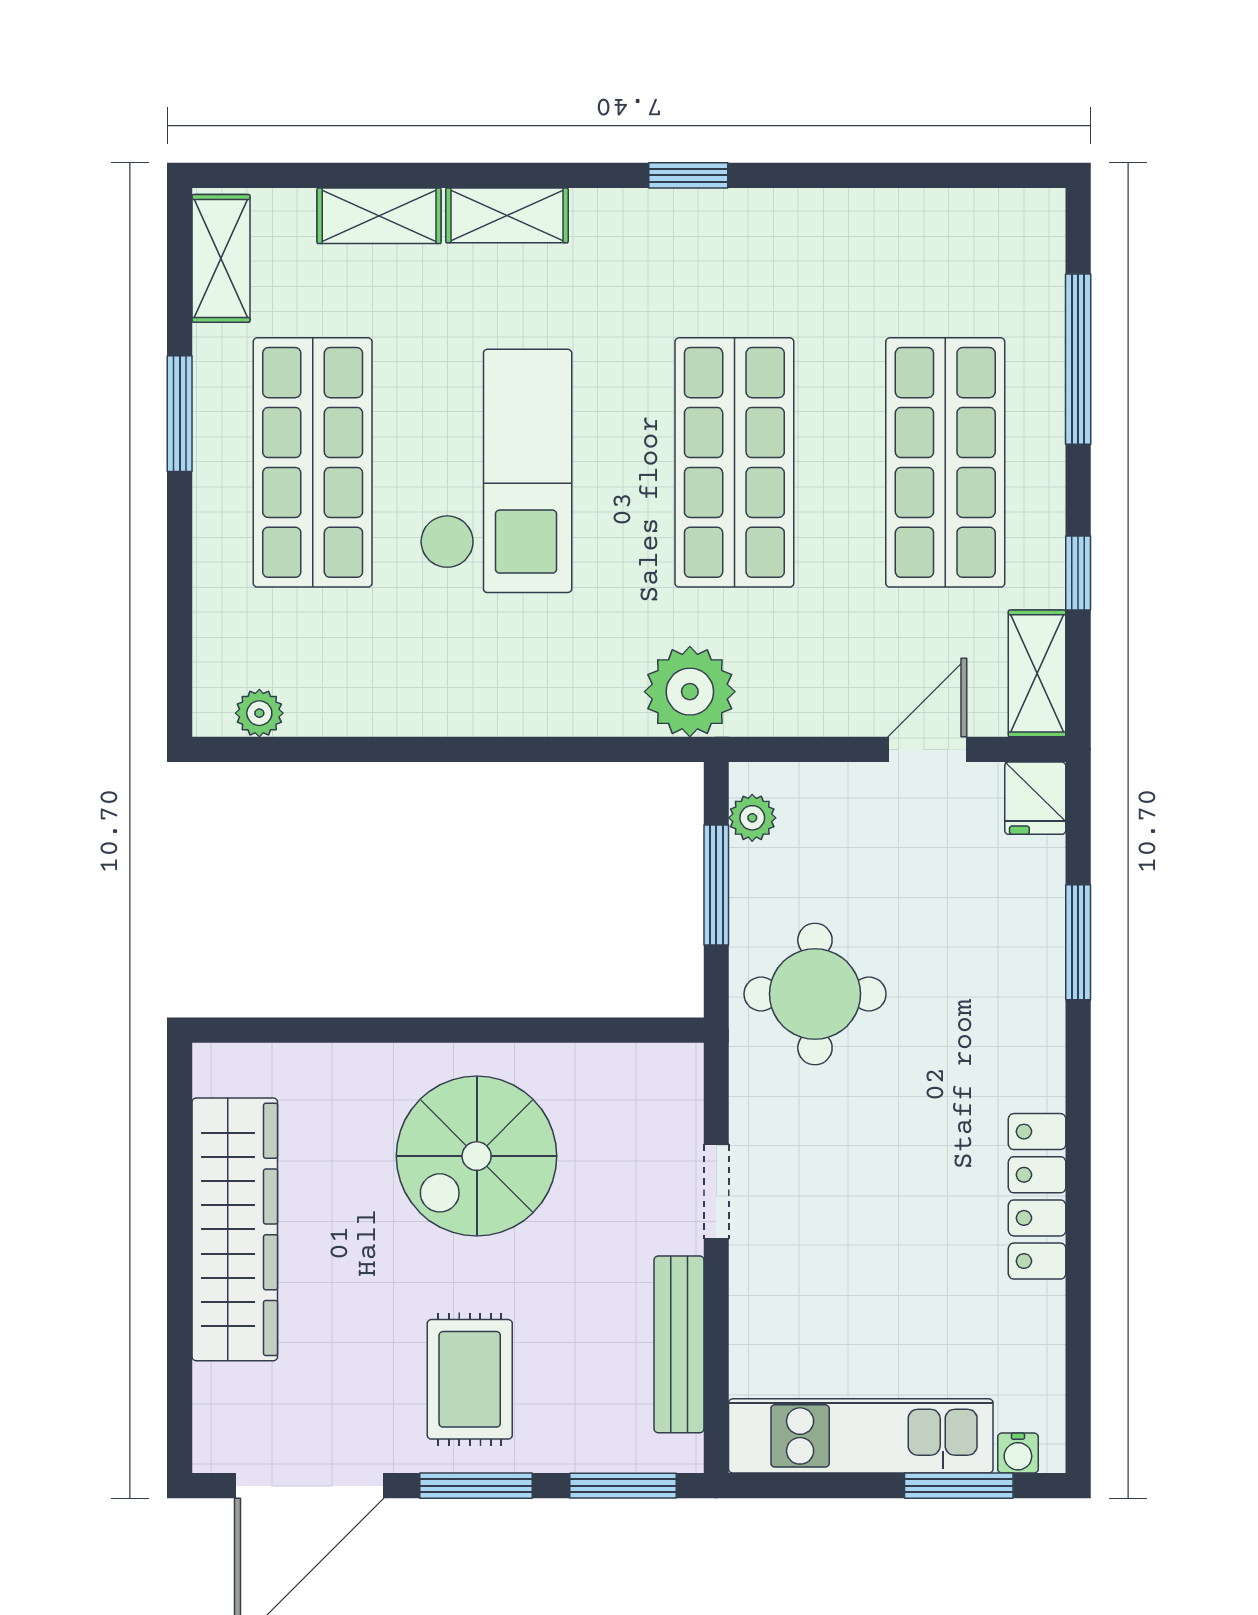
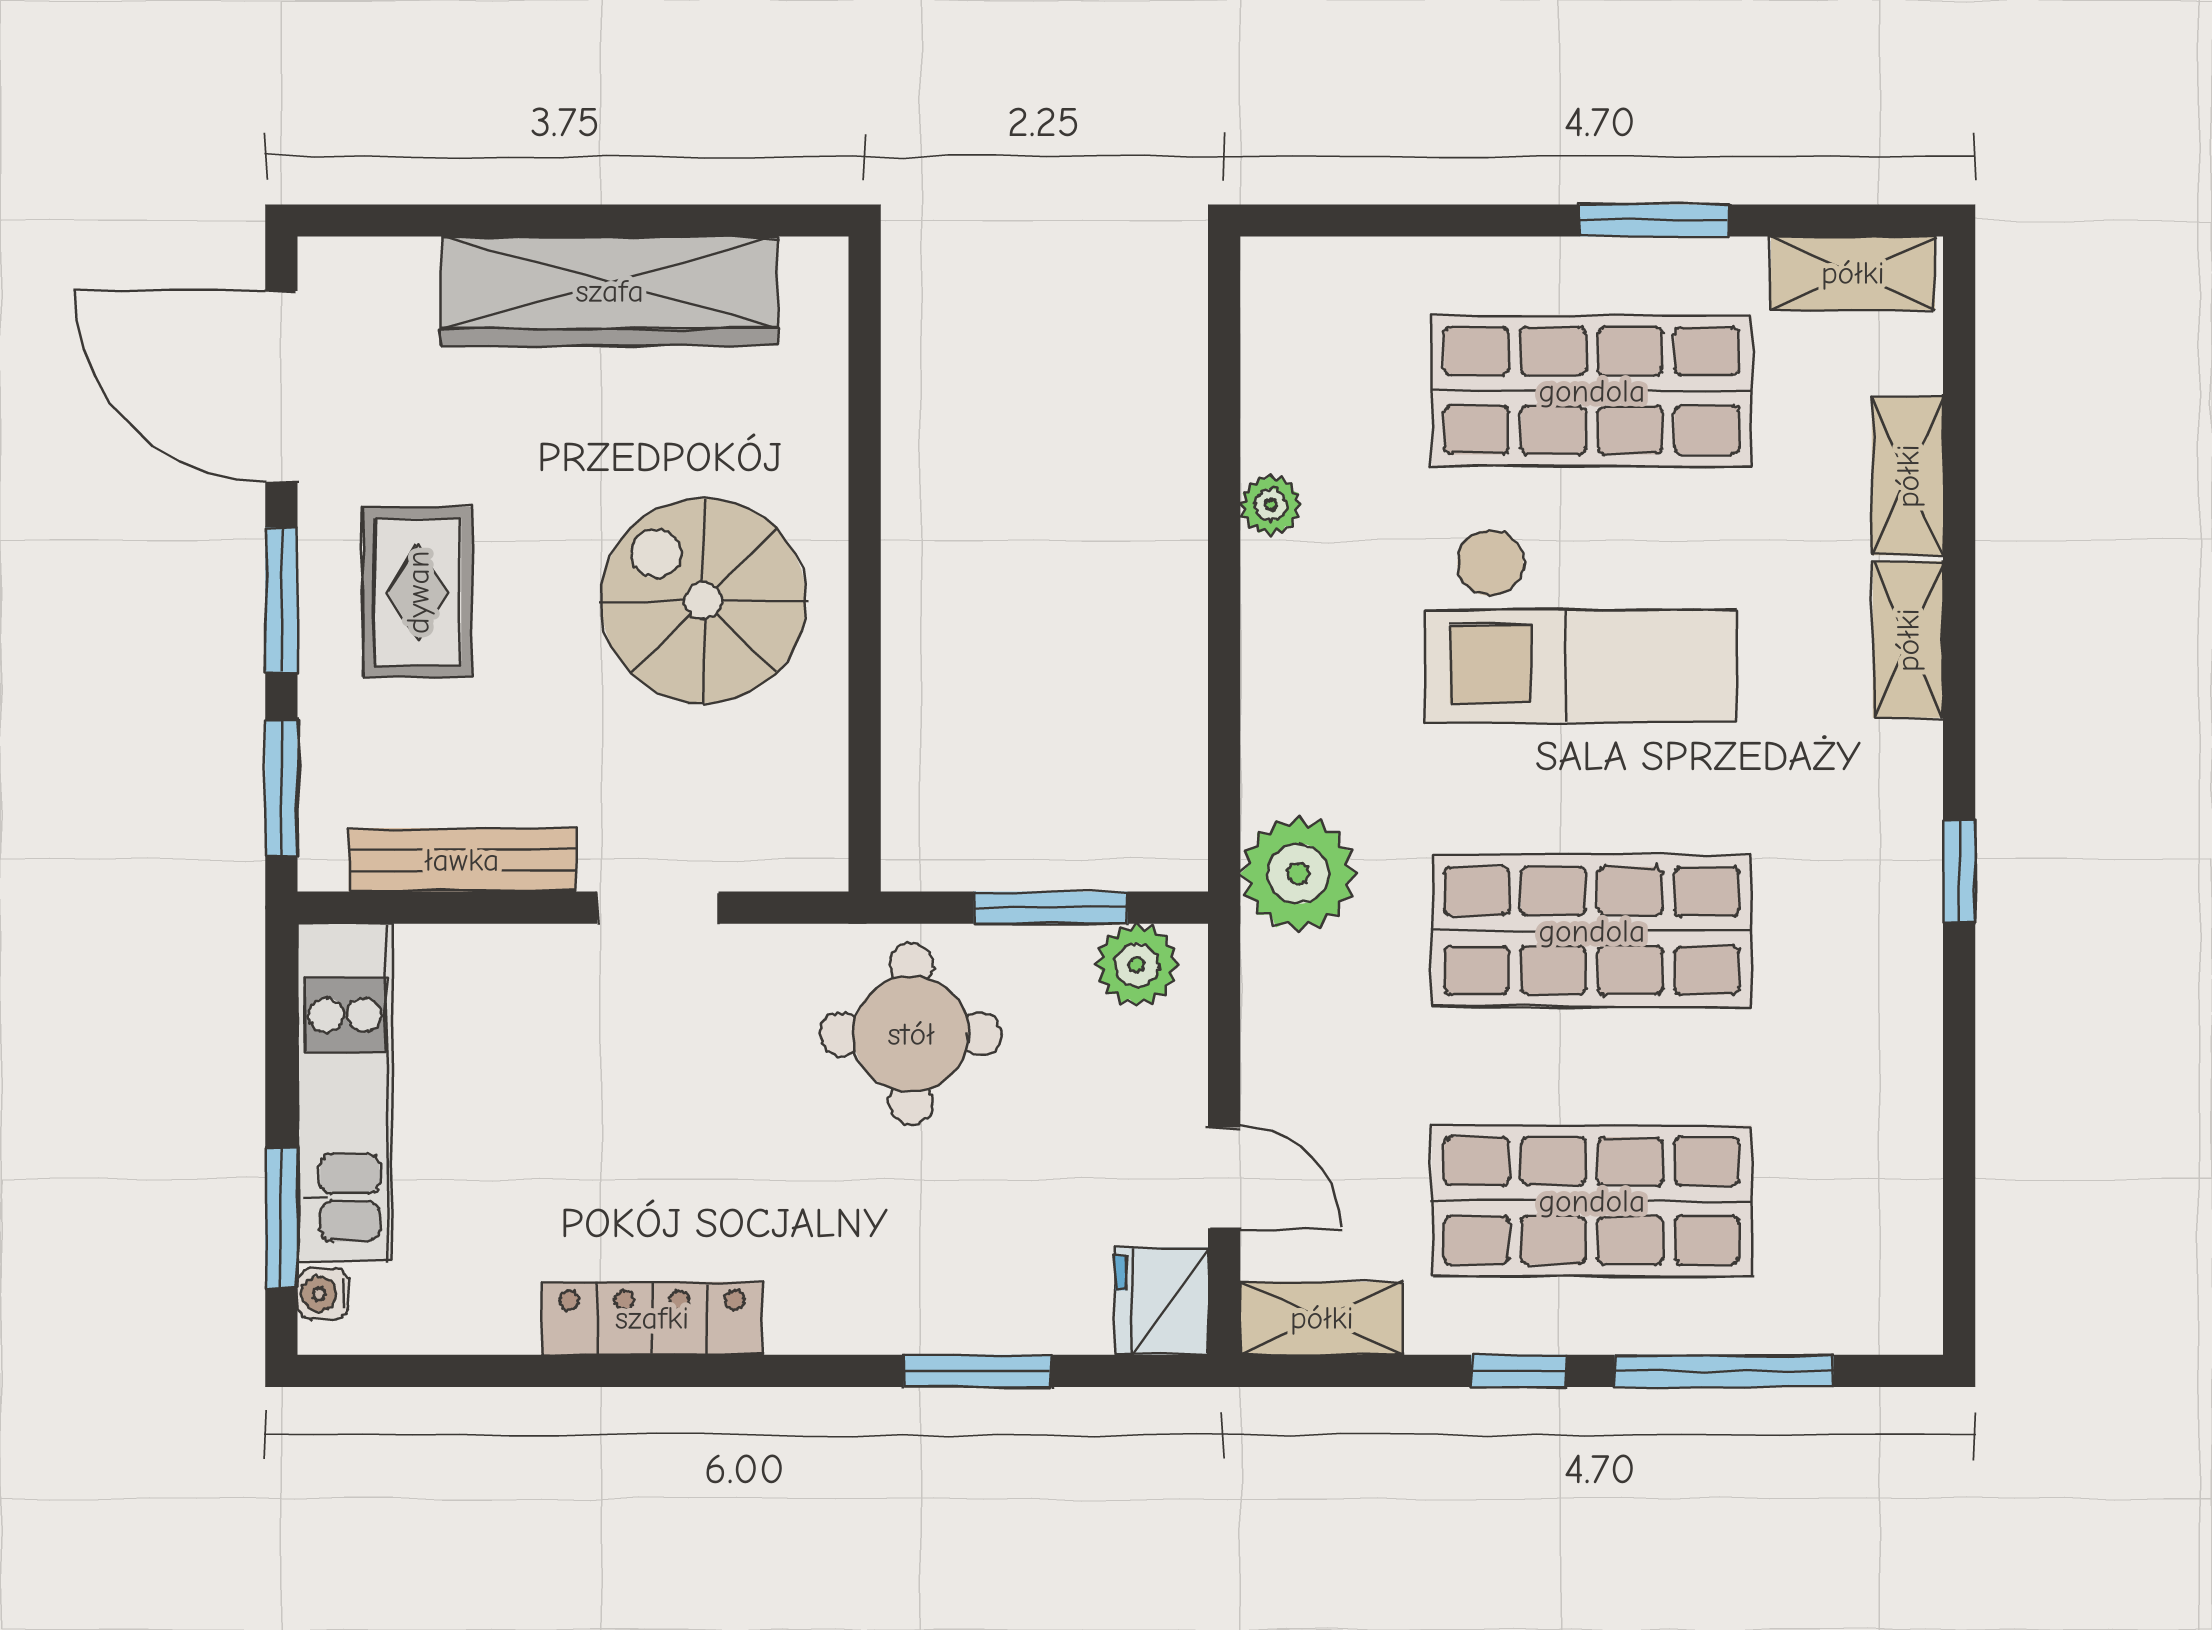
window: (1078, 573) -> (1518, 1371), moved
plant: (259, 713) -> (1271, 505), moved
fridge: (1035, 798) -> (1162, 1301), width x1.38
plant: (752, 818) -> (1137, 965), width x1.38, depth x1.38
rug: (470, 1379) -> (418, 592), turned 90

